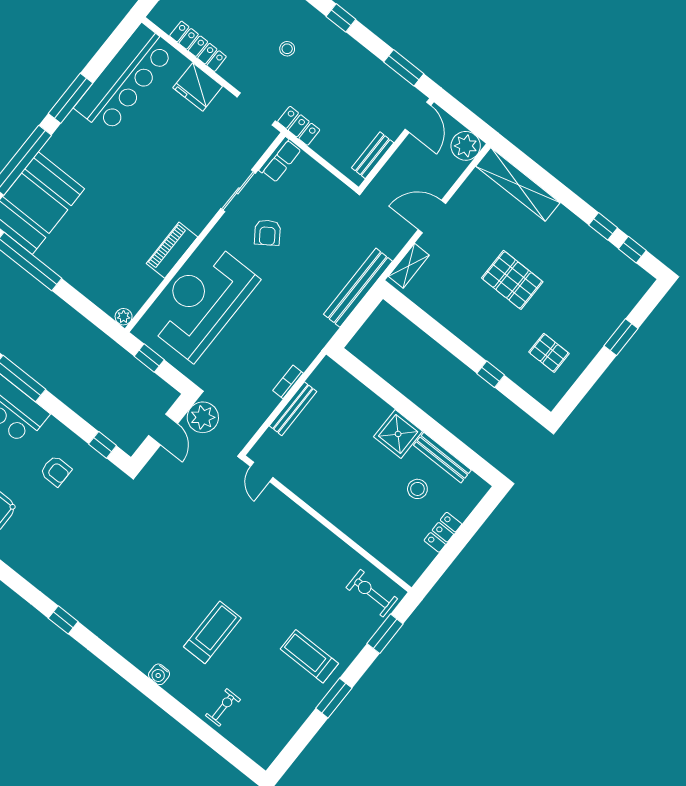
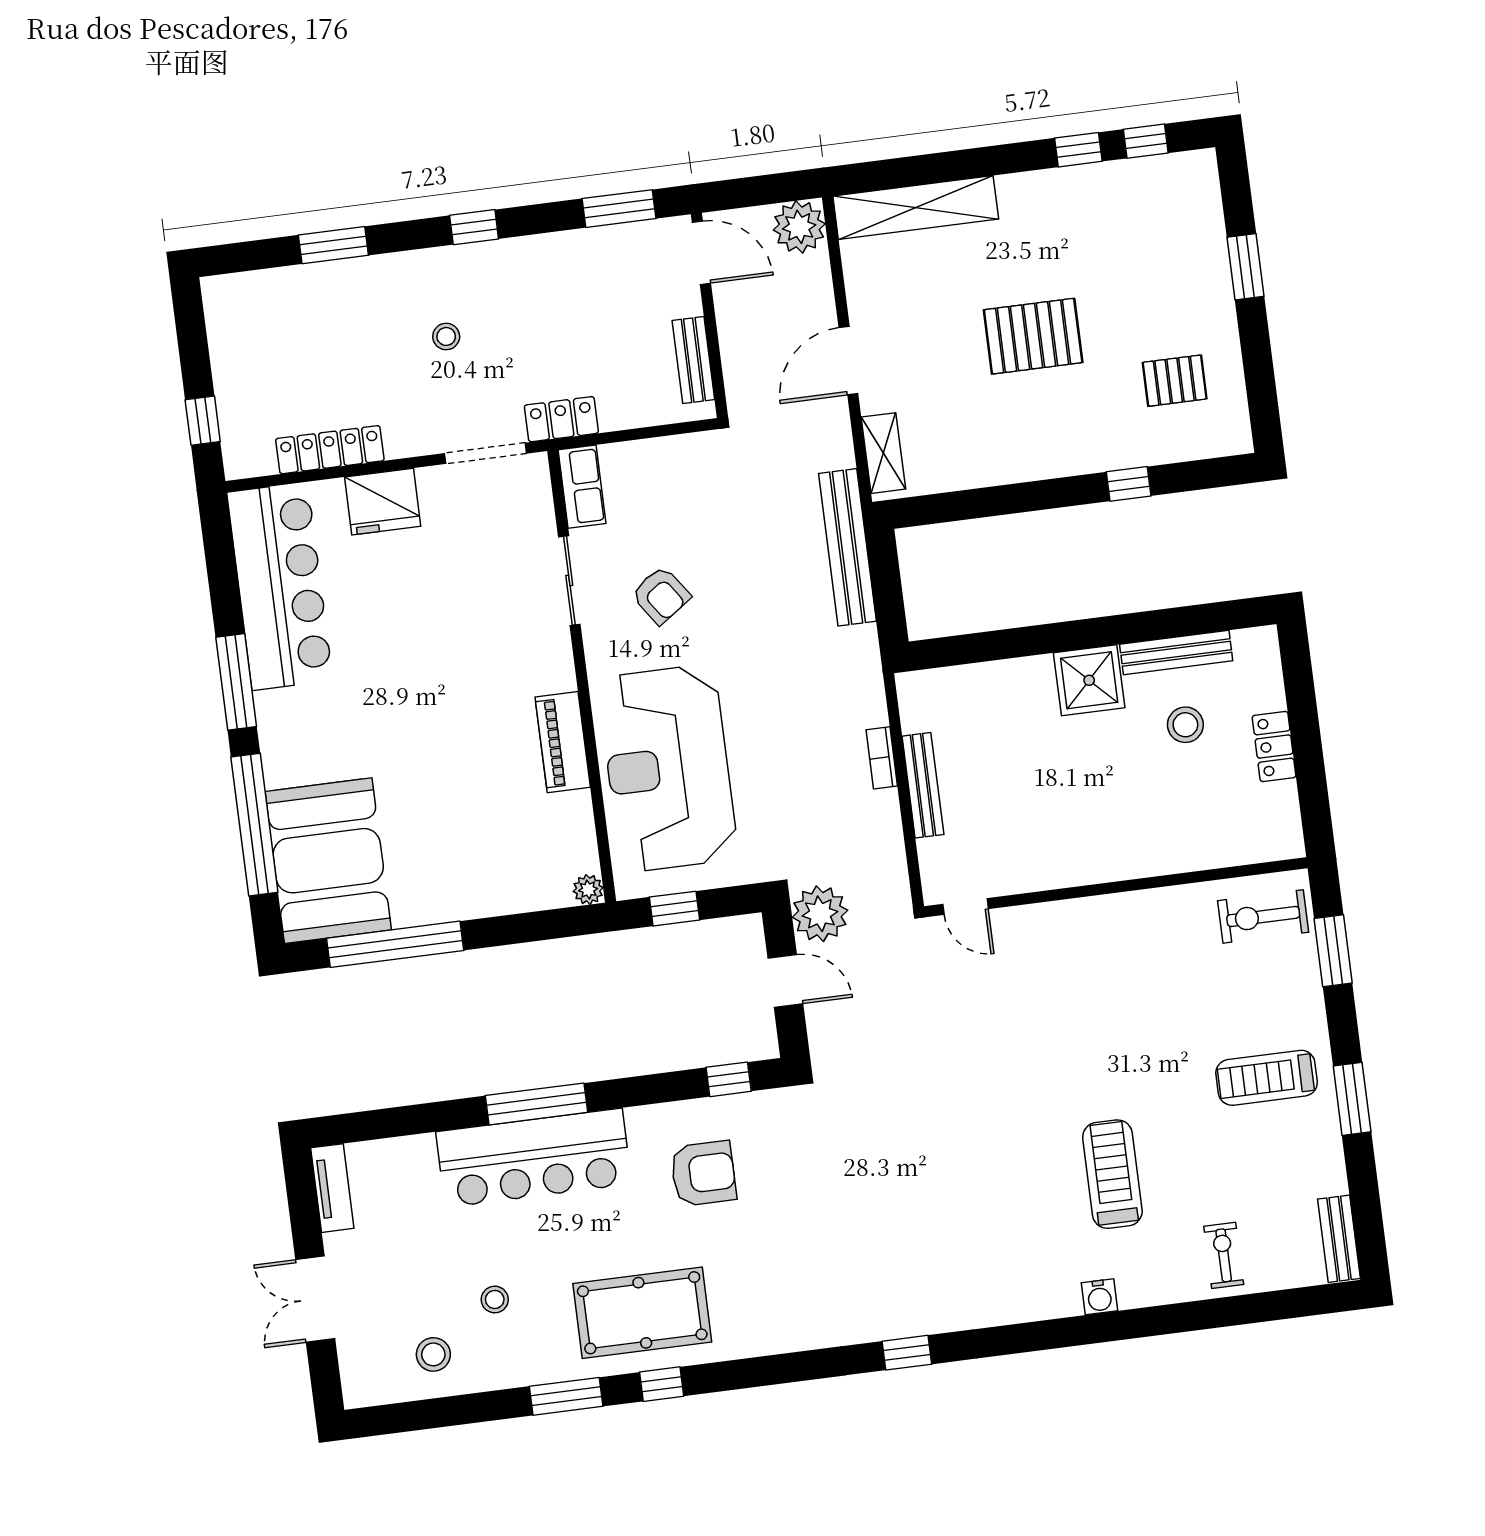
armchair: (56, 471) -> (703, 1173), width x1.38, depth x1.38
bench: (274, 747) -> (1339, 1239), added

